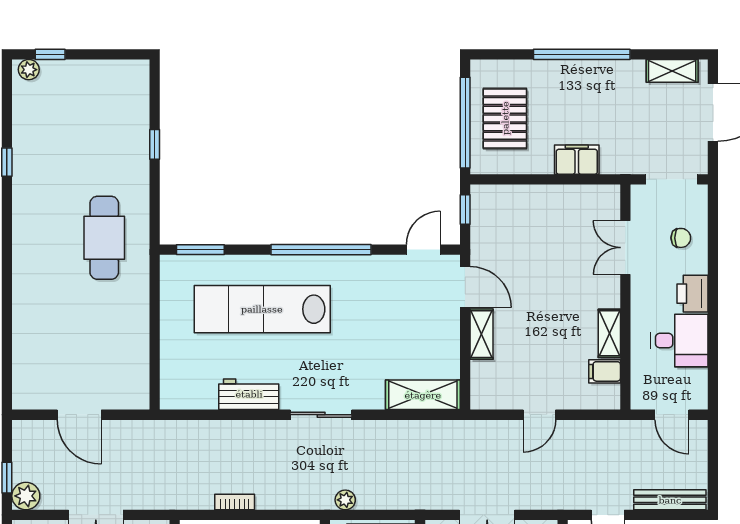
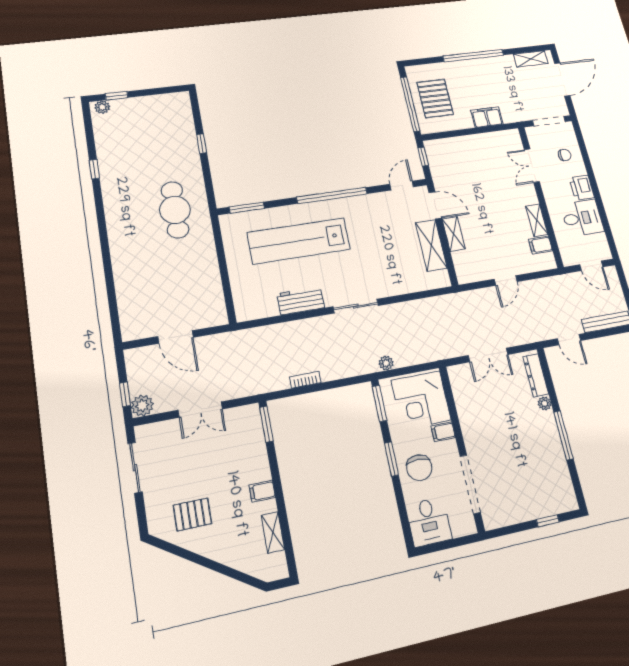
shelving: (423, 395) -> (431, 245), moved, turned 90

